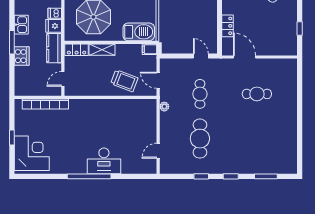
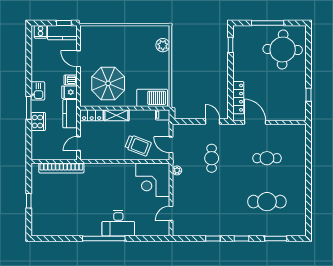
locker: (227, 26) -> (238, 98), width x1.53
cafe table: (200, 139) -> (267, 202), moved, turned 90
corner desk: (32, 153) -> (153, 180), moved, turned 180

